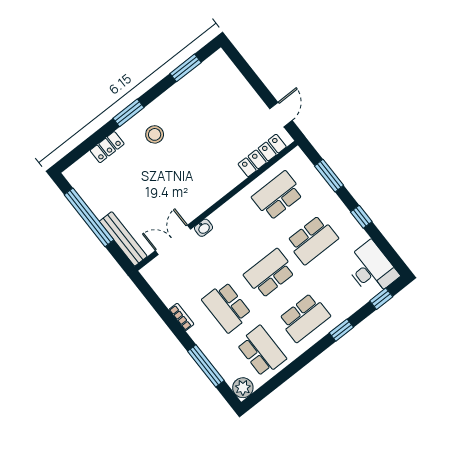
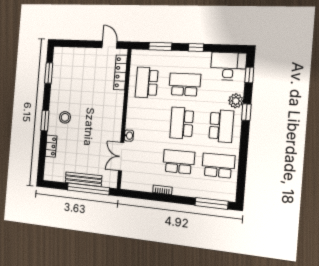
window: (89, 217) -> (88, 189), moved
bench: (123, 239) -> (83, 179), moved
school desk: (312, 240) -> (185, 85), turned -90
school desk: (227, 307) -> (179, 162), turned 180
window: (206, 366) -> (211, 203), moved
plant: (243, 388) -> (236, 101), moved

